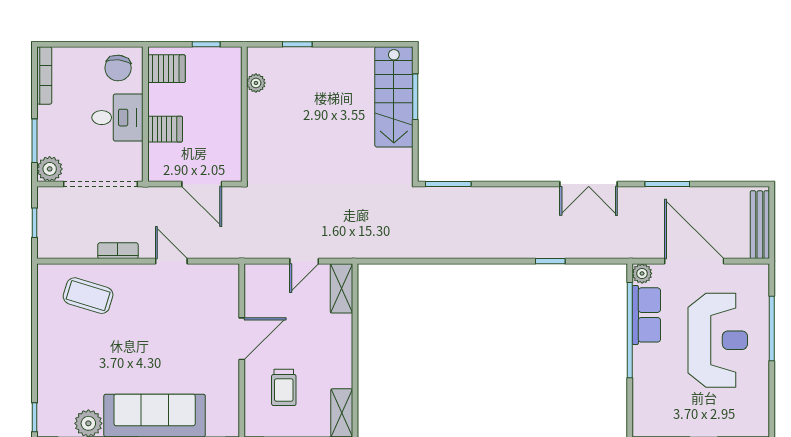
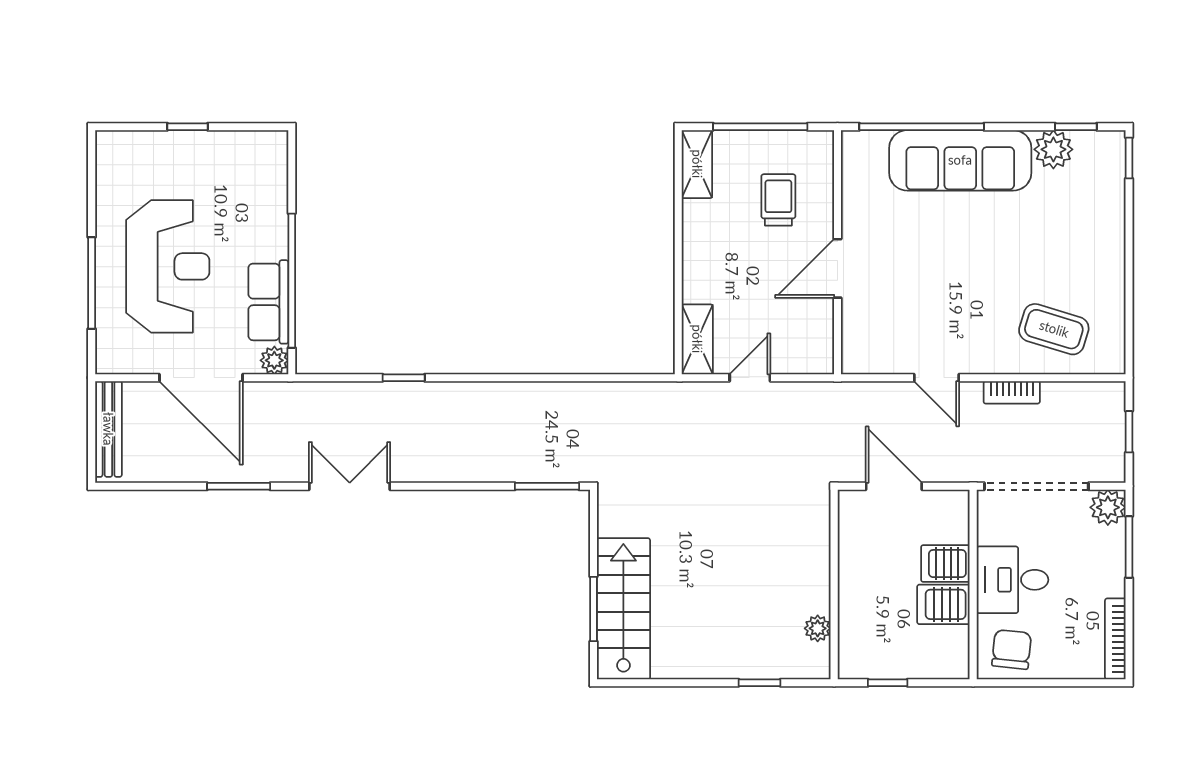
server rack: (166, 69) -> (943, 604), moved
reception desk: (718, 340) -> (168, 266), turned 180

